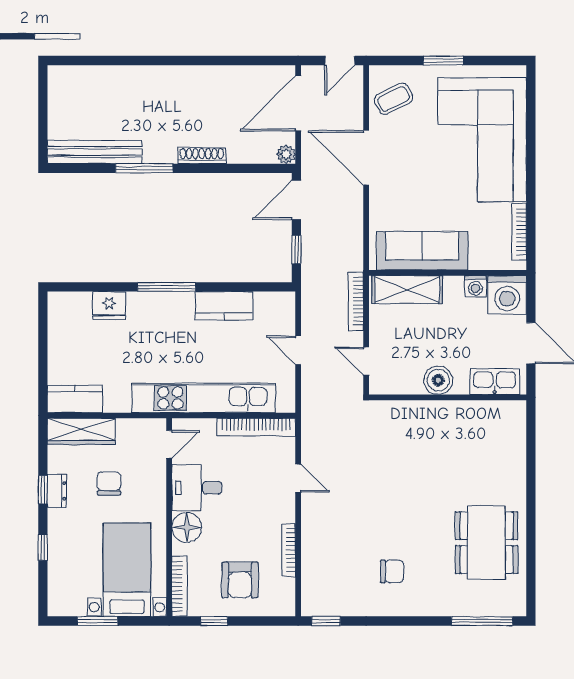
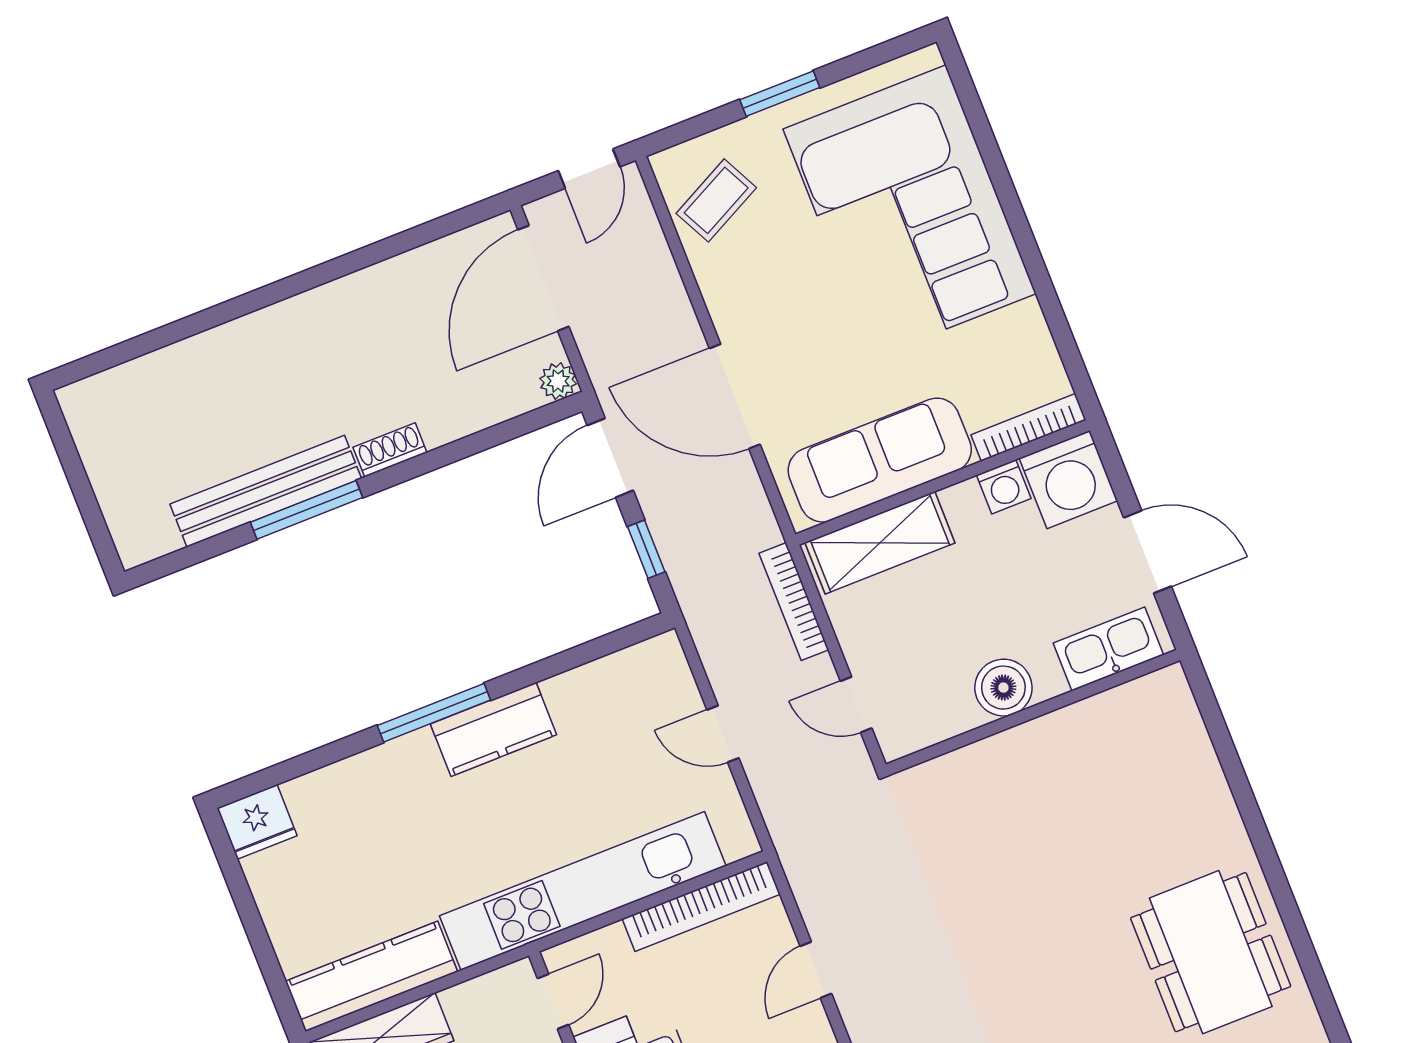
bench: (95, 152) -> (266, 491), moved
shoe rack: (202, 156) -> (390, 450), width x0.70
door: (366, 158) -> (735, 396), moved
bookcase: (519, 232) -> (1028, 427), moved, turned 90
fridge: (109, 305) -> (257, 822), moved
kitchen counter: (224, 306) -> (493, 729), moved
kitchen counter: (75, 399) -> (371, 976), width x1.50
door: (298, 478) -> (816, 970), swing flipped

